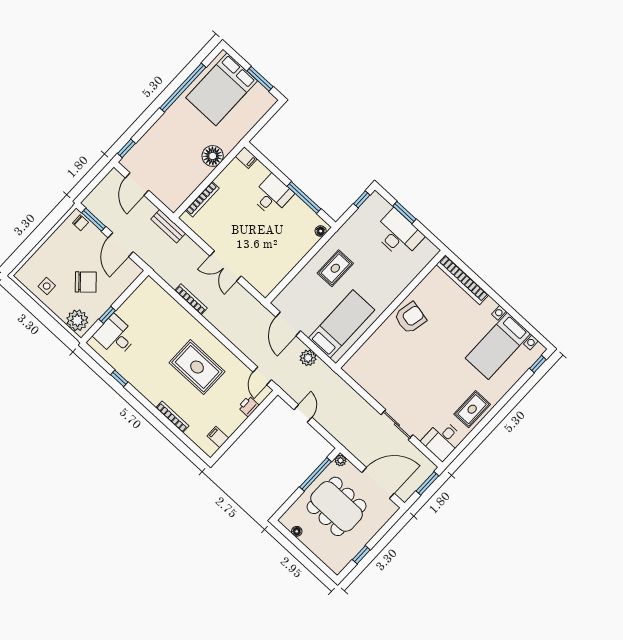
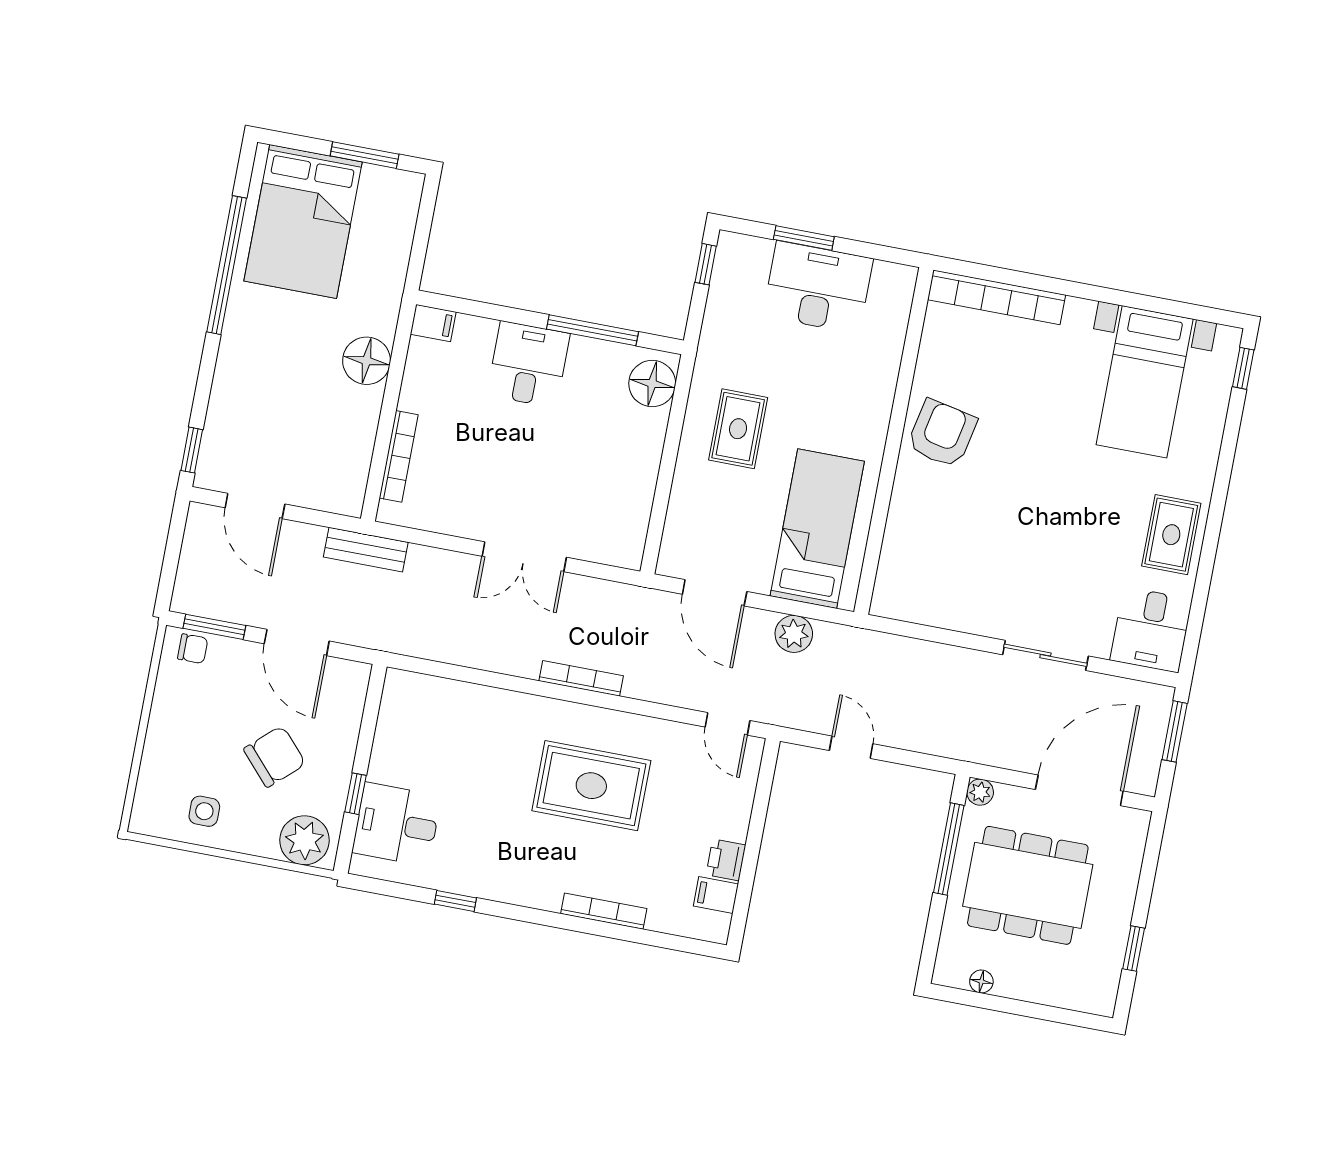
floor lamp: (321, 231) -> (652, 384), width x1.89, depth x1.89
bookcase: (191, 299) -> (581, 678), moved
printer: (248, 406) -> (726, 860), moved

